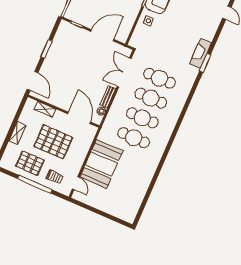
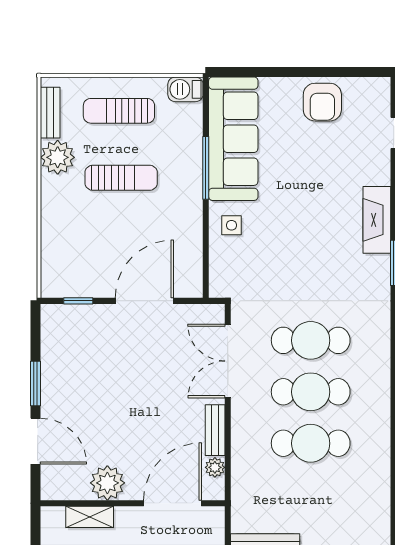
fireplace: (201, 53) -> (377, 220), moved
door: (33, 81) -> (36, 441), moved
plant: (57, 99) -> (107, 483), added
door: (79, 118) -> (173, 503), hinge flipped
cafe table: (134, 138) -> (311, 495), removed

